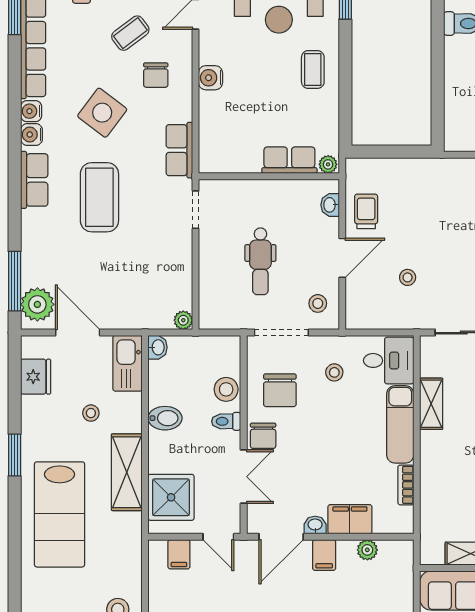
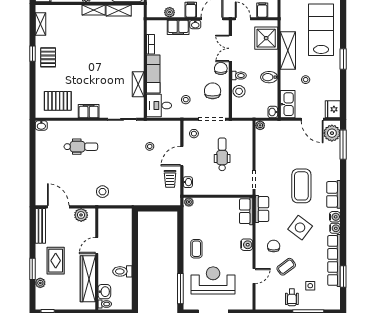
row of seats: (289, 160) -> (246, 211), moved, turned 90
fridge: (36, 377) -> (333, 109), moved

